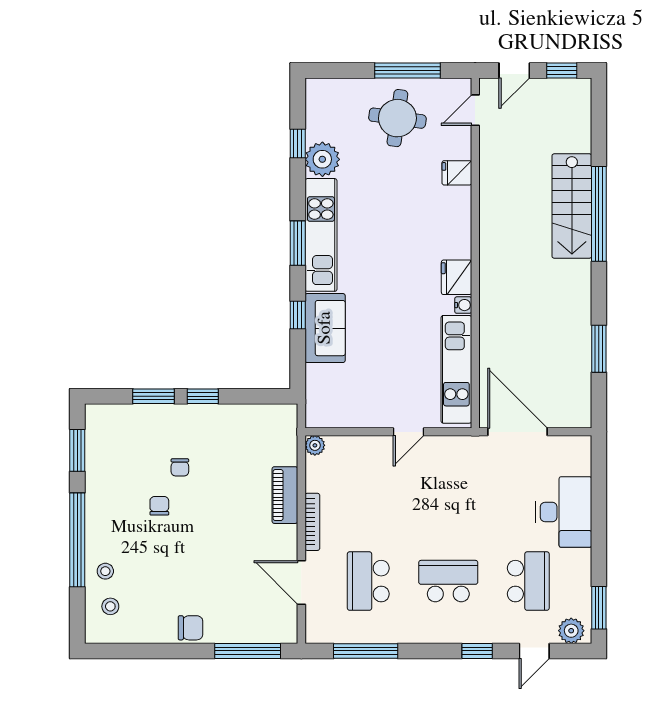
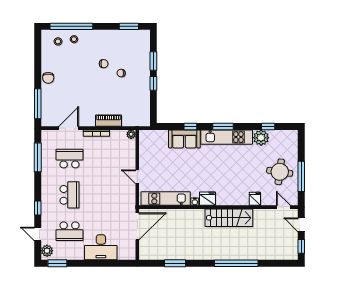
stairs: (572, 206) -> (229, 218), moved, turned 180
window: (77, 540) -> (71, 26), moved

